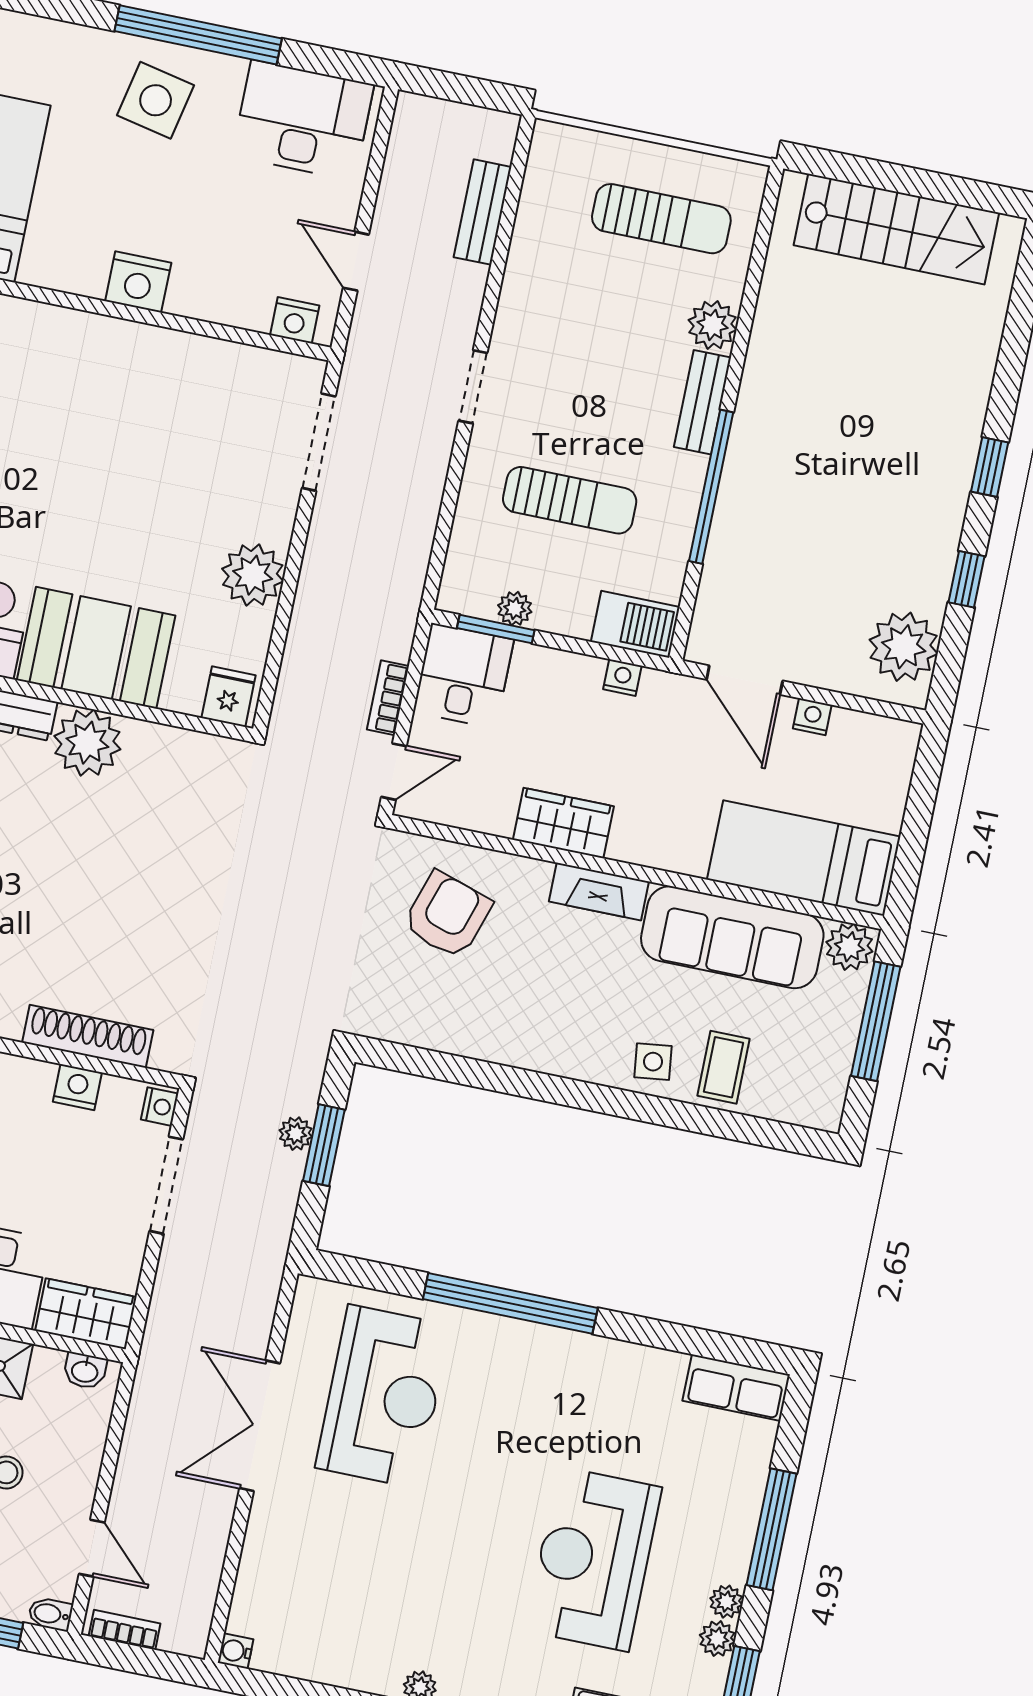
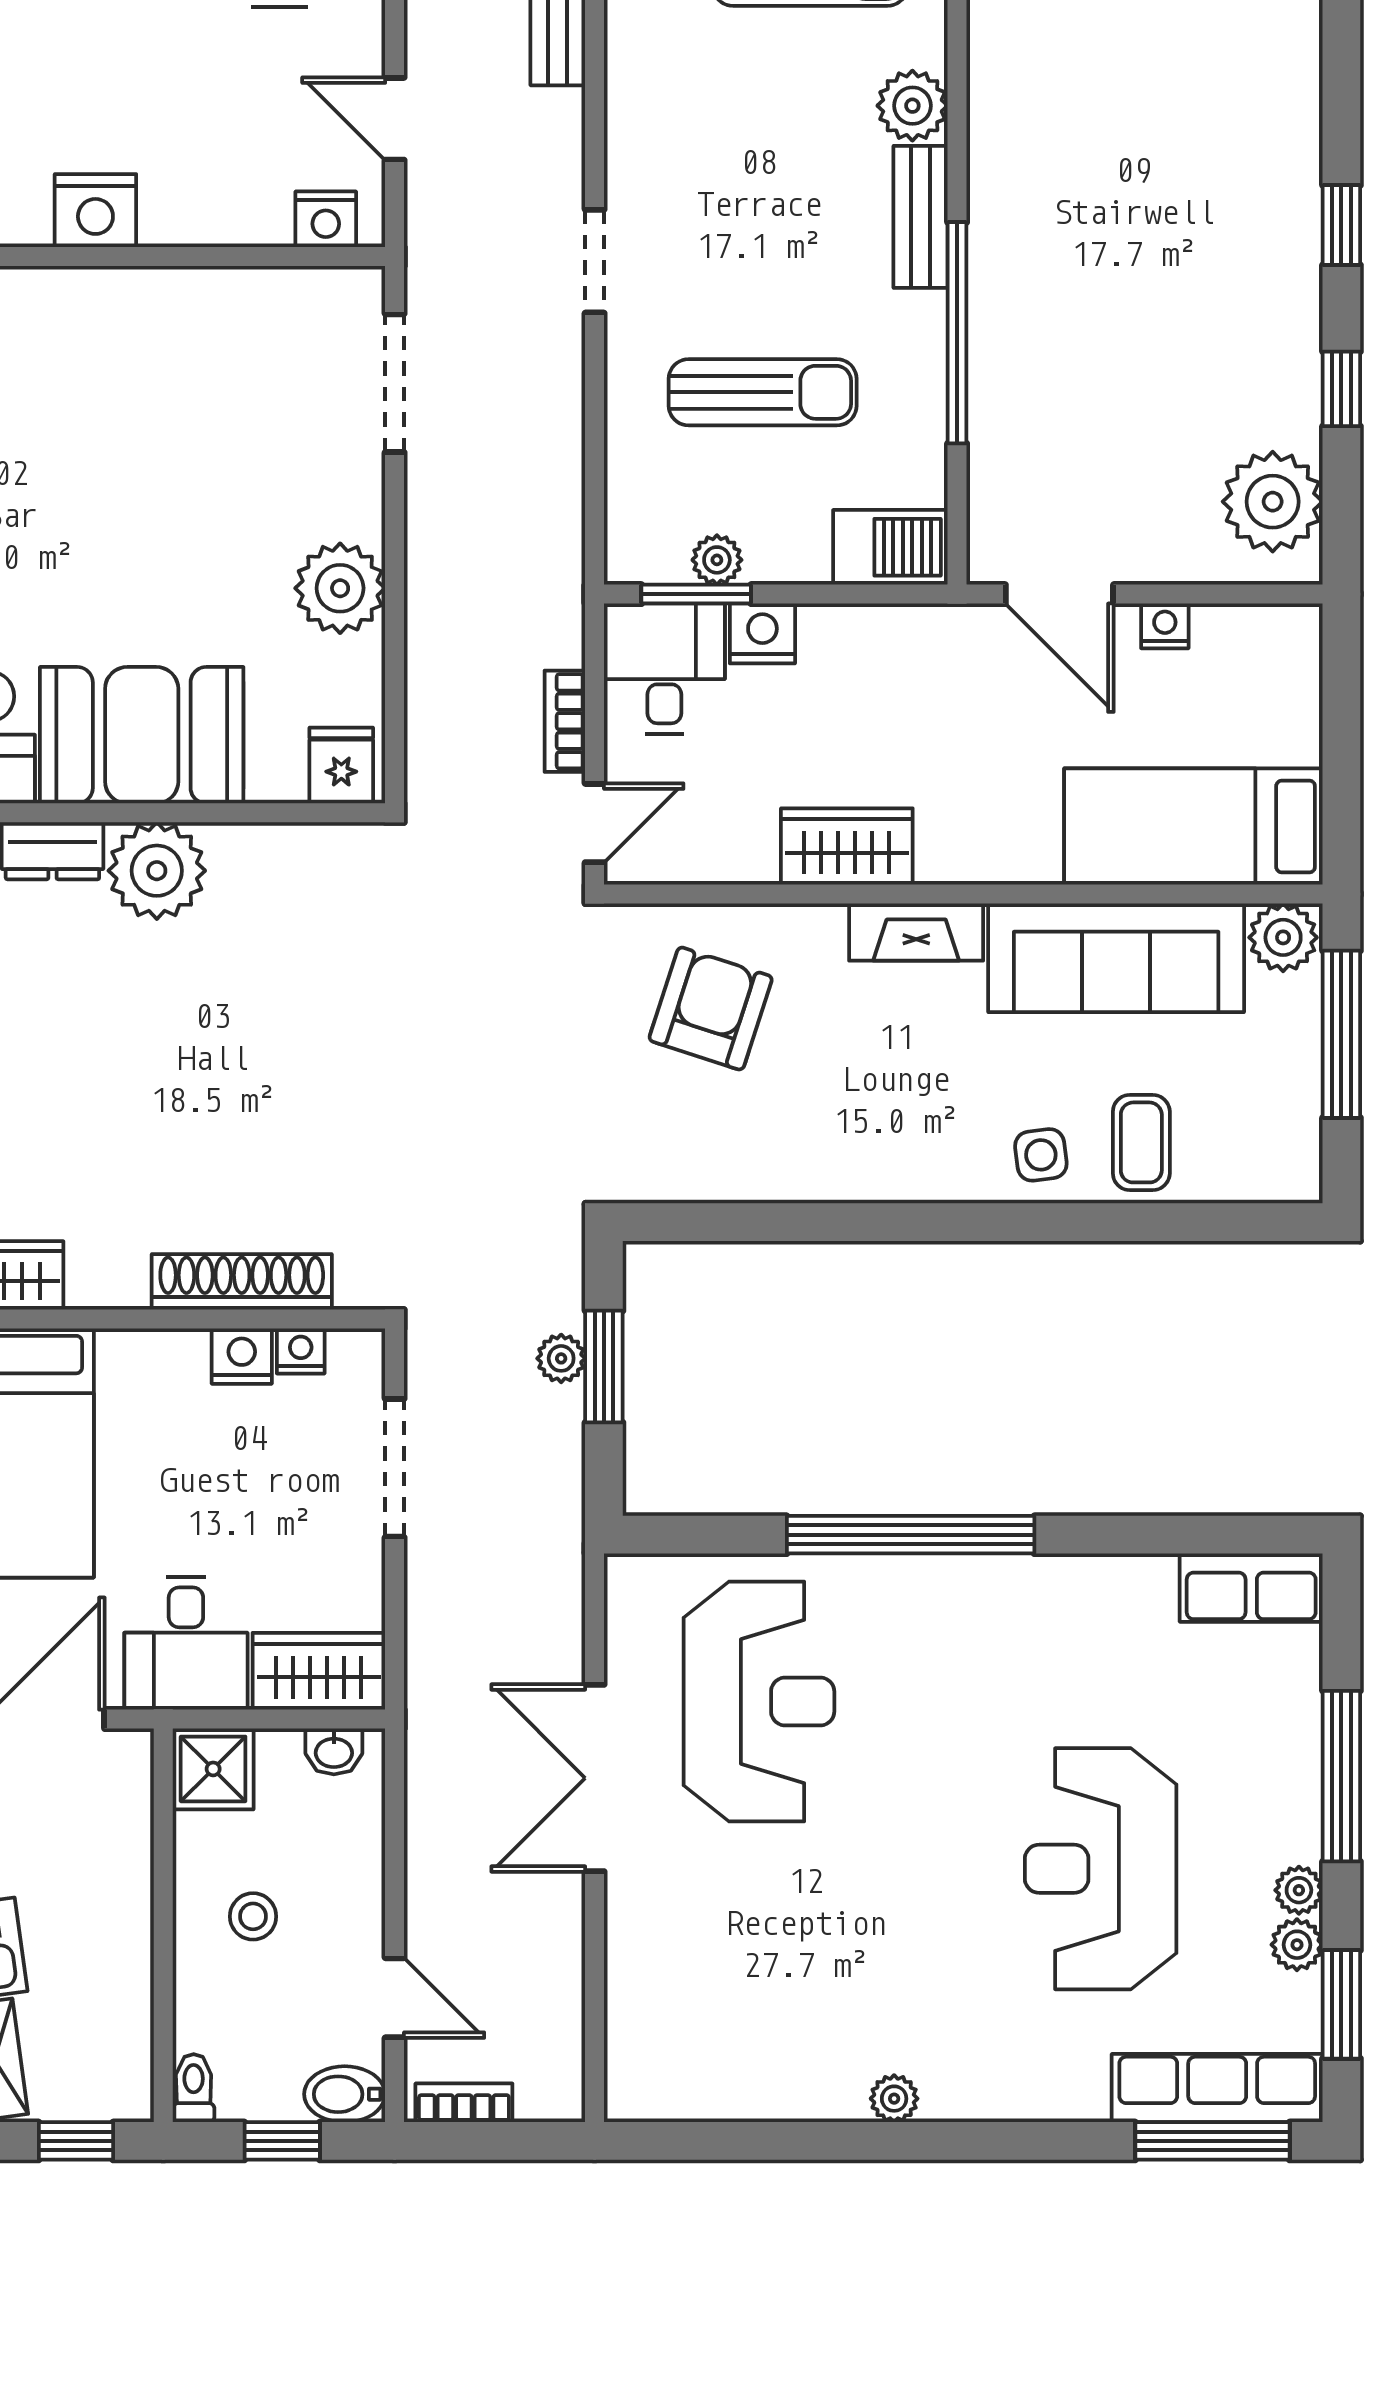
nightstand: (622, 678) -> (762, 633), moved, width x1.39, depth x1.35
nightstand: (160, 1107) -> (301, 1351), moved, turned -90
bidet: (50, 1614) -> (345, 2094), width x1.38, depth x1.36
water cooler: (236, 1651) -> (626, 2101), removed

